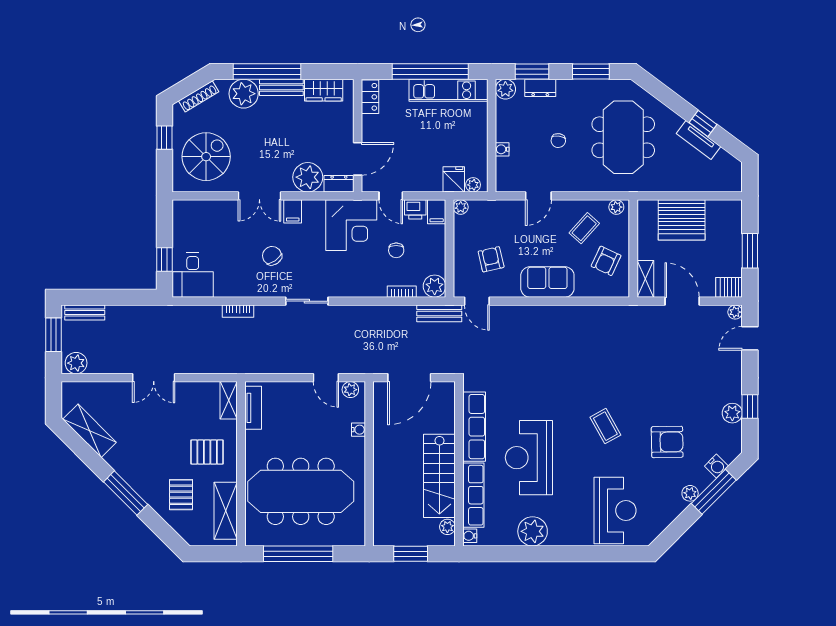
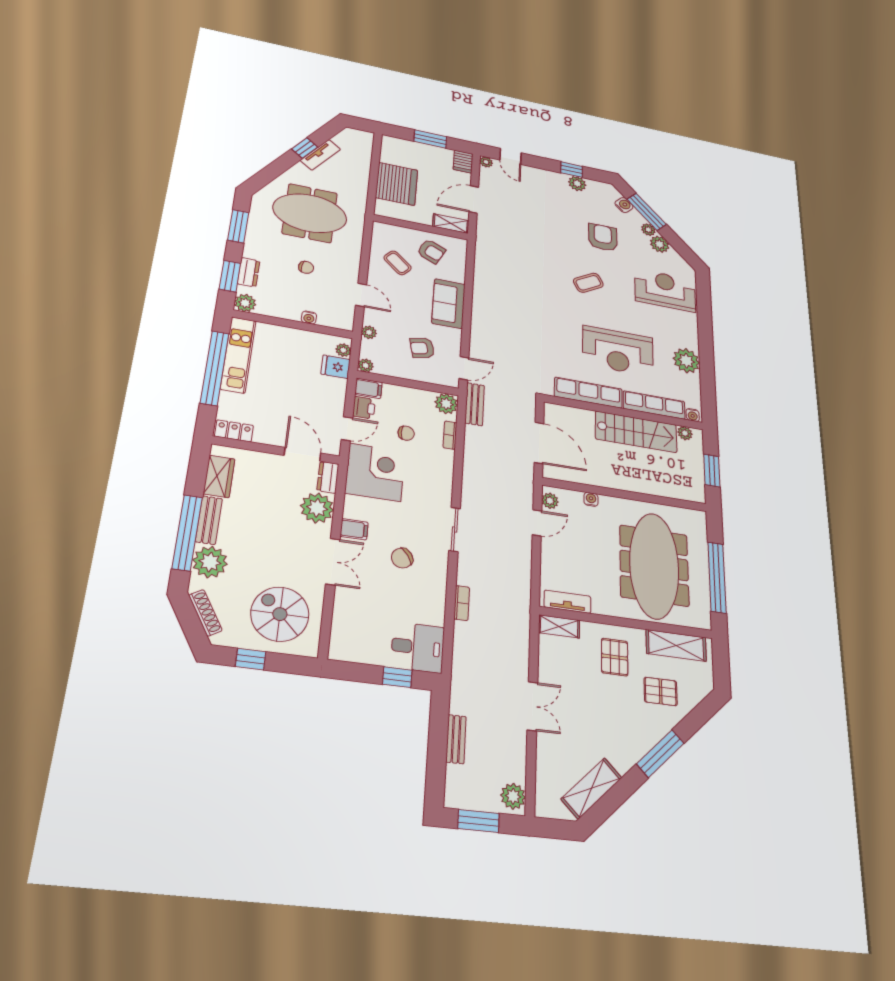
plant: (616, 207) -> (369, 332), moved
bench: (85, 313) -> (456, 739), moved
plant: (674, 506) -> (660, 244), added

